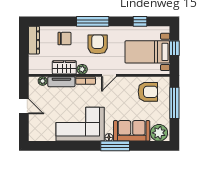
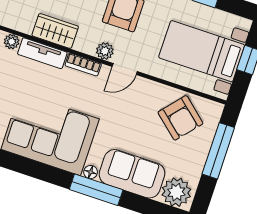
plant: (82, 69) -> (105, 51), moved
armchair: (148, 92) -> (180, 118), turned 41

